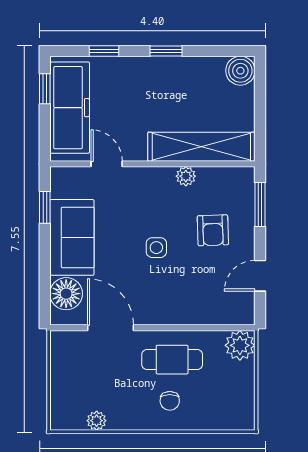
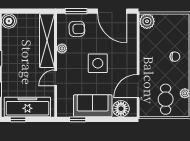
door: (107, 164) -> (56, 78), moved
armchair: (213, 230) -> (77, 29), moved
side table: (156, 248) -> (98, 63), width x1.87, depth x1.87
door: (260, 276) -> (112, 11), width x1.87
cafe table: (172, 360) -> (166, 99), moved

